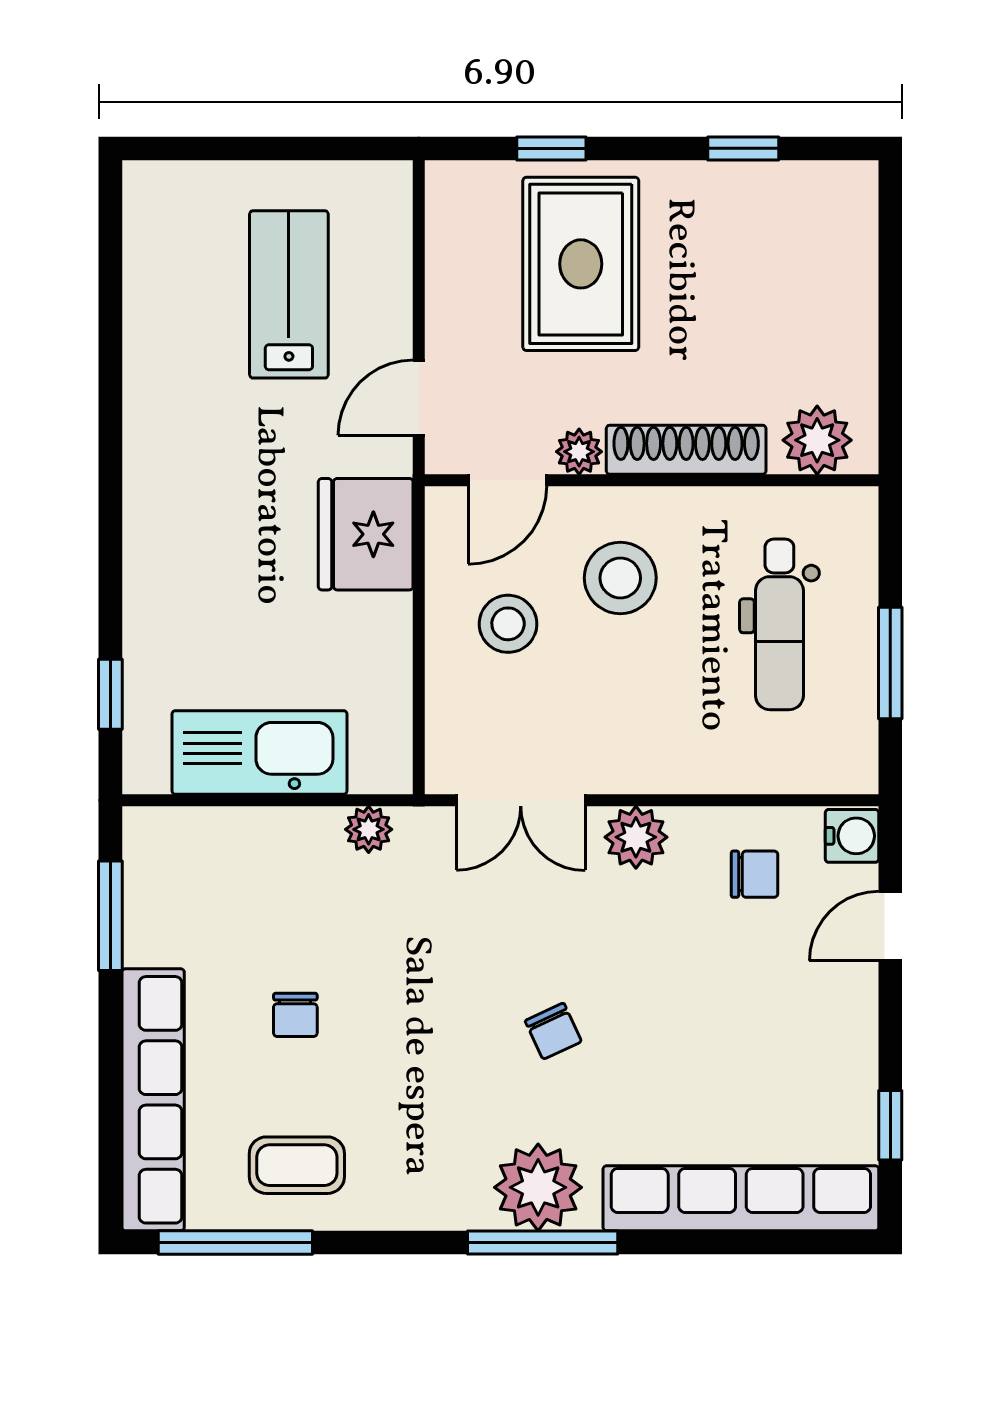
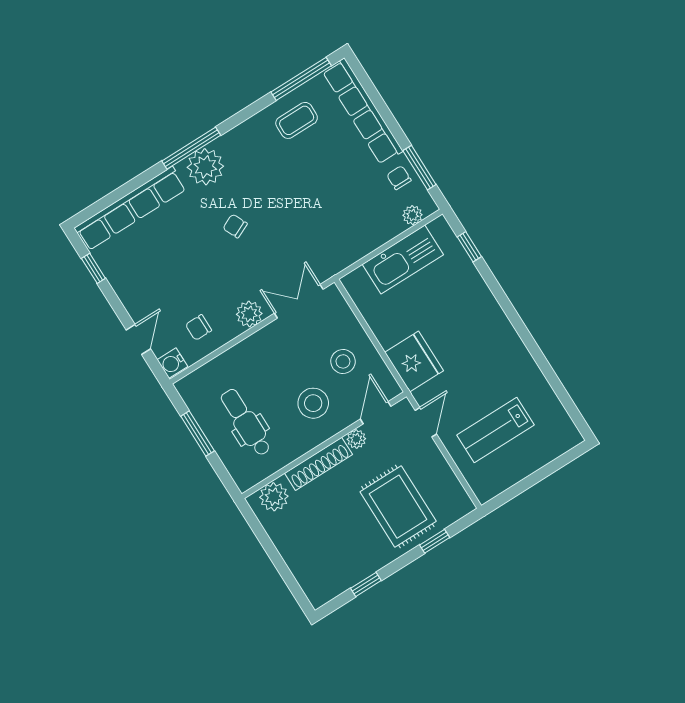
lab bench: (289, 294) -> (496, 430), turned 90
plant: (369, 829) -> (413, 215), moved
chair: (295, 1015) -> (399, 178), moved

